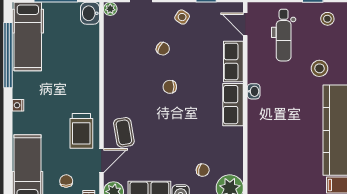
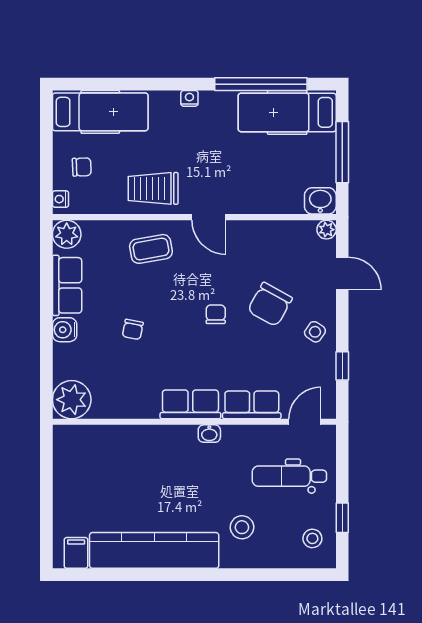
chair: (163, 49) -> (270, 304), width x1.87, depth x1.87
door: (101, 161) -> (209, 217), moved
chair: (203, 170) -> (133, 329), moved

